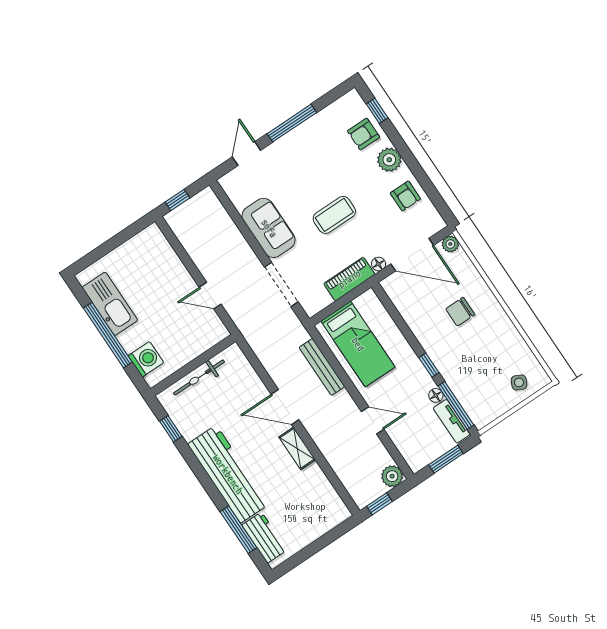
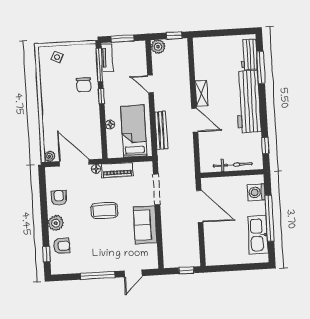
door: (210, 296) -> (200, 206), width x1.88
chair: (460, 312) -> (84, 85), moved, turned 90
floor lamp: (436, 395) -> (110, 125), moved

